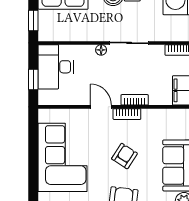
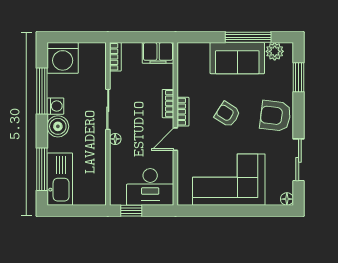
window: (33, 20) -> (84, 211), removed
desk: (56, 67) -> (150, 187), moved
window: (33, 80) -> (131, 211), moved

